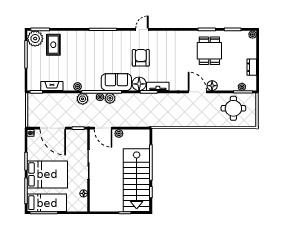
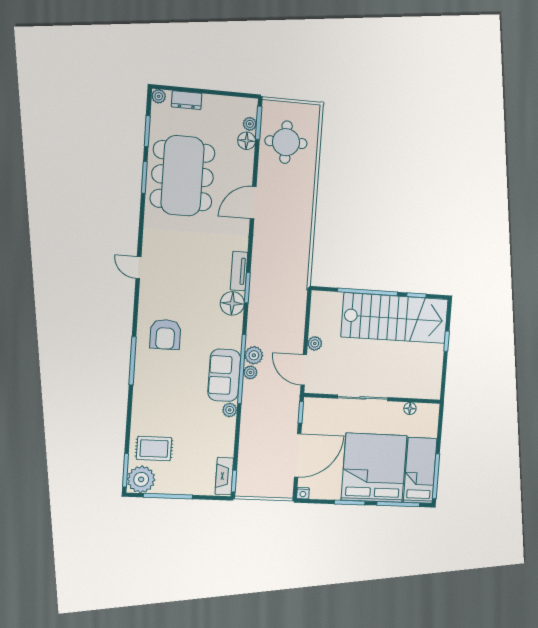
door: (142, 29) -> (138, 268), moved
dining table: (209, 51) -> (183, 176), width x1.88, depth x1.24
armchair: (141, 58) -> (165, 334), moved, turned -90
dresser: (252, 67) -> (187, 100), moved
sofa: (116, 82) -> (224, 375), moved
fireplace: (52, 86) -> (224, 476), moved
floor lamp: (212, 86) -> (247, 141), moved
plant: (83, 99) -> (251, 402), removed
door: (103, 128) -> (304, 370), swing flipped
bed: (47, 174) -> (374, 468), width x1.36

